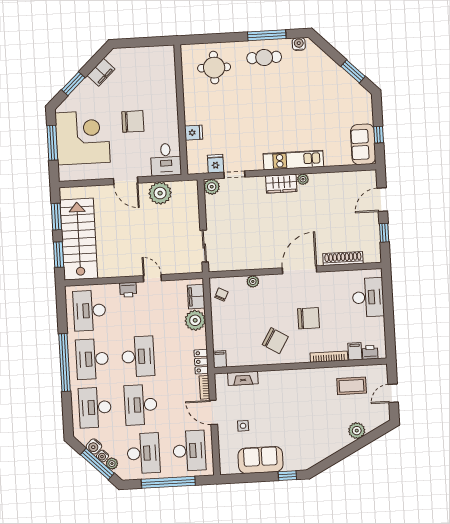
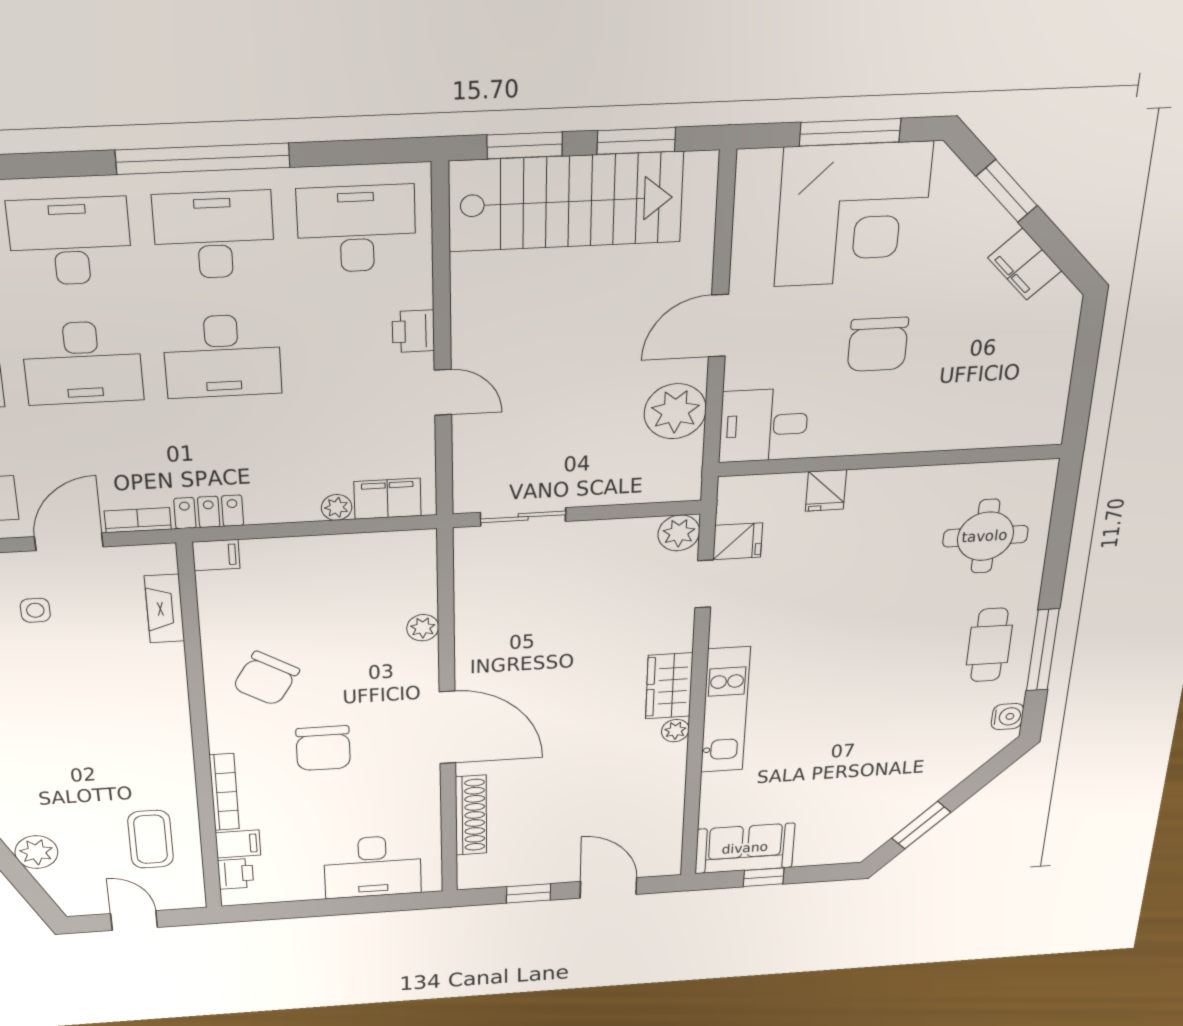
door: (152, 278) -> (443, 392), hinge flipped
chair: (221, 295) -> (391, 558), removed
plant: (195, 320) -> (337, 507), width x0.53, depth x0.53
desk: (141, 405) -> (83, 363), turned 180

